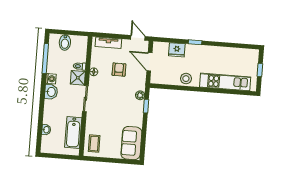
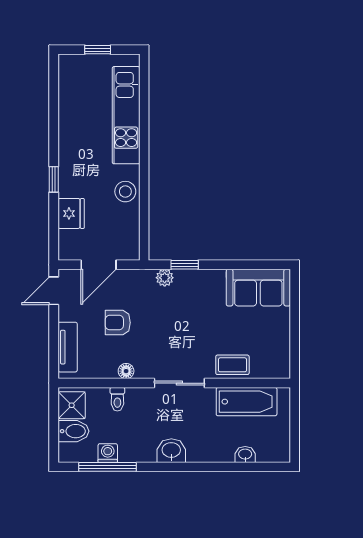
shower: (78, 78) -> (72, 405), moved
washing machine: (51, 79) -> (108, 453), moved
coffee table: (94, 144) -> (232, 365), moved

